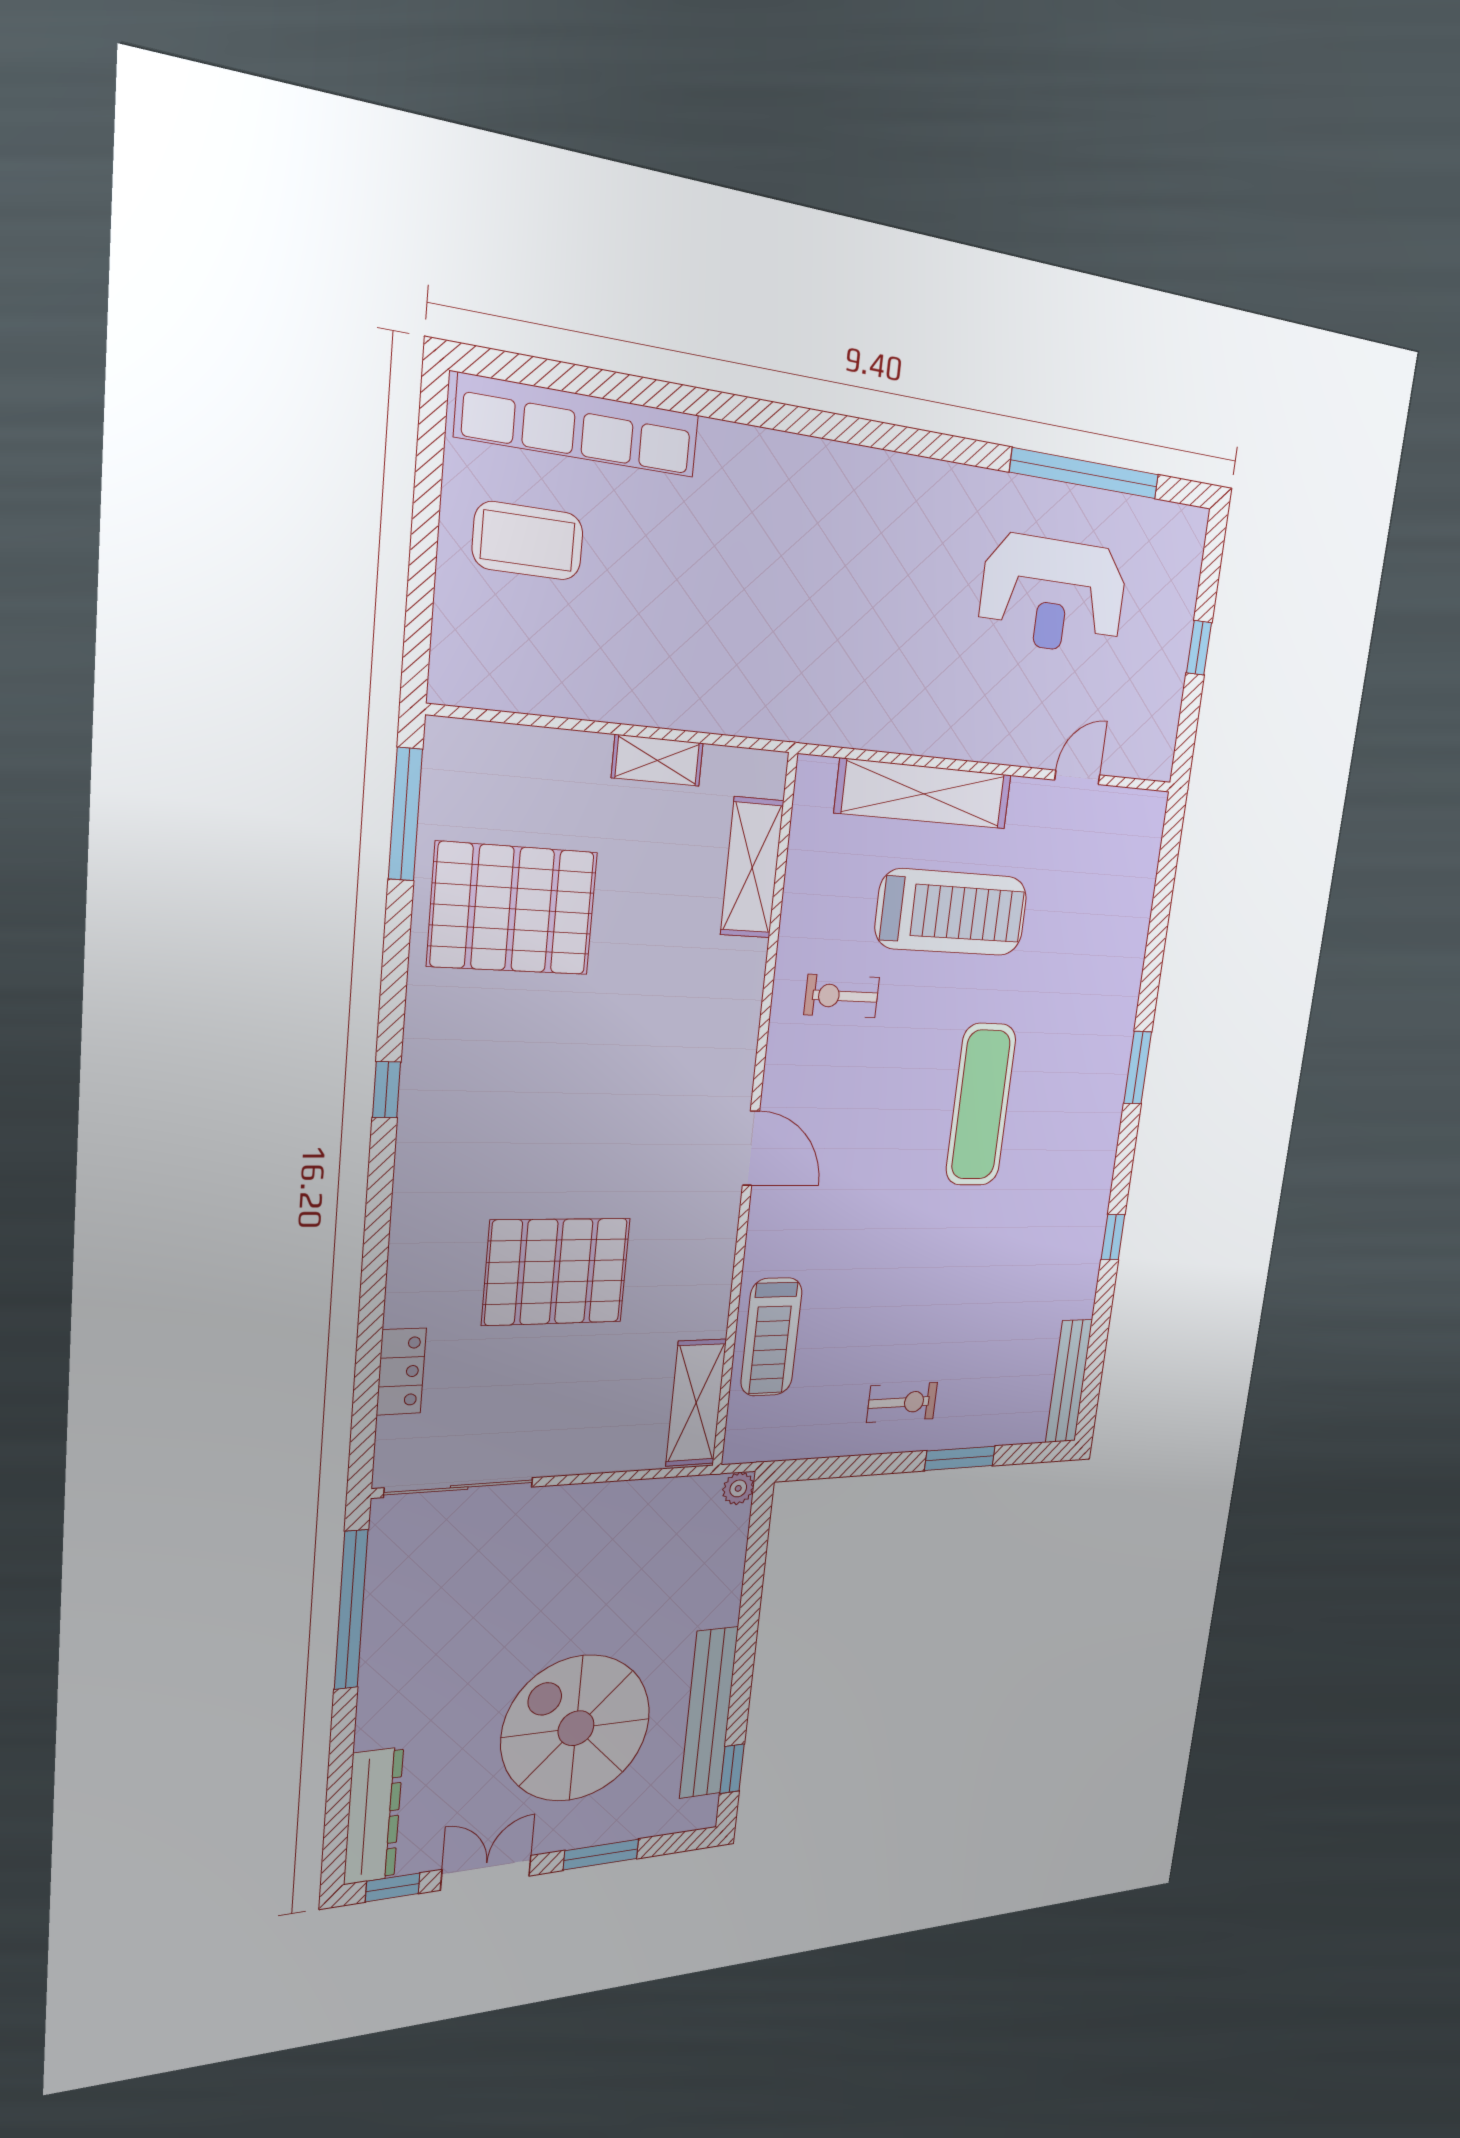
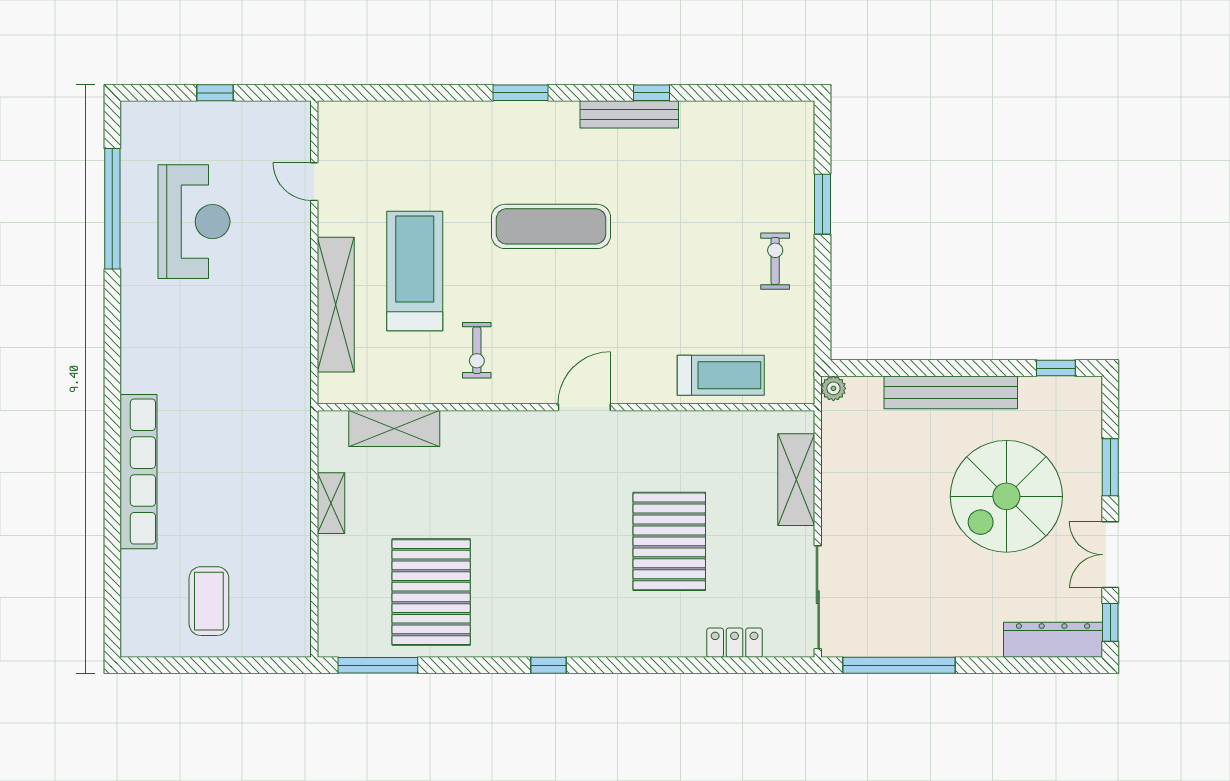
row of seats: (579, 426) -> (139, 472), moved
bench: (1069, 1381) -> (629, 114), moved
shelving: (696, 1403) -> (796, 480), moved, turned 90
bench: (709, 1713) -> (951, 392), moved

